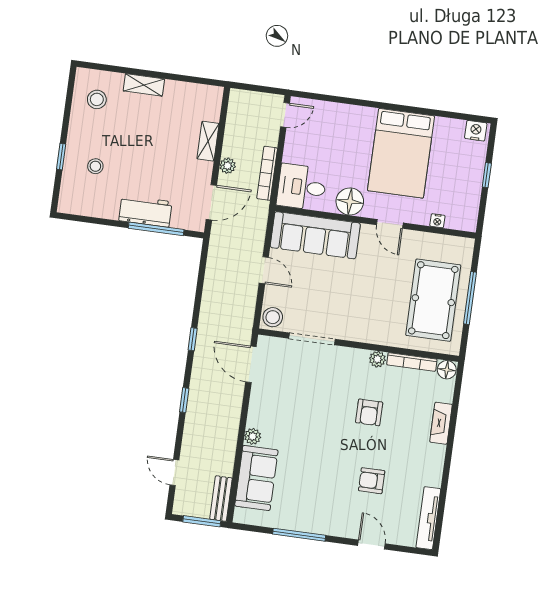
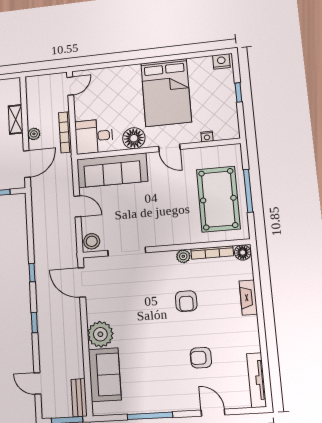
plant: (253, 436) -> (100, 334), width x1.88, depth x1.88

